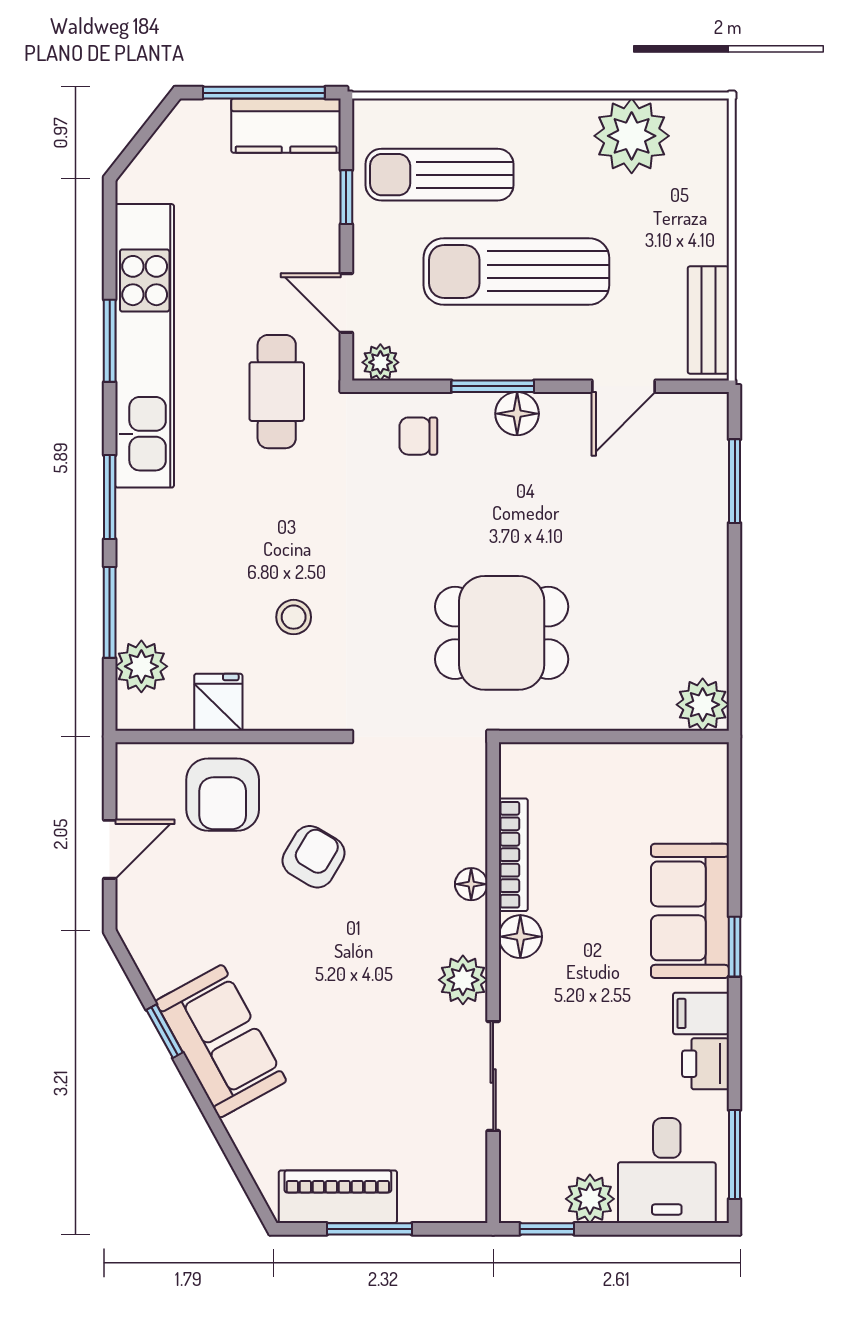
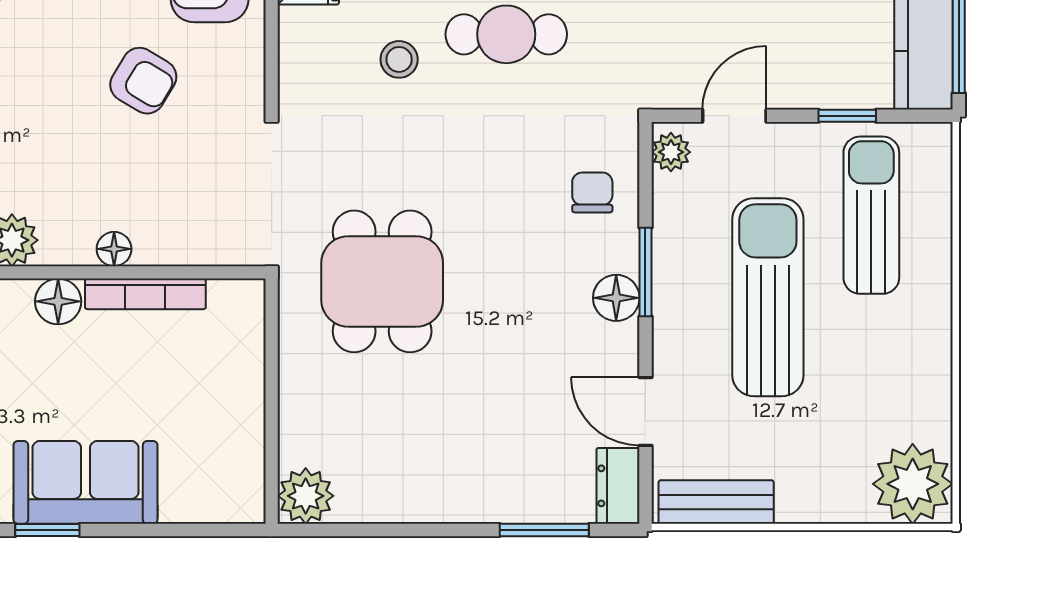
plant: (632, 136) -> (913, 484), moved
cafe table: (277, 392) -> (506, 34), moved
dresser: (693, 412) -> (618, 486), added

